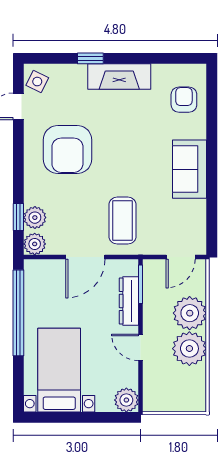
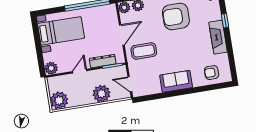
armchair: (184, 100) -> (212, 73), turned 180
door: (85, 257) -> (122, 35), swing flipped
plant: (189, 349) -> (59, 100), moved

